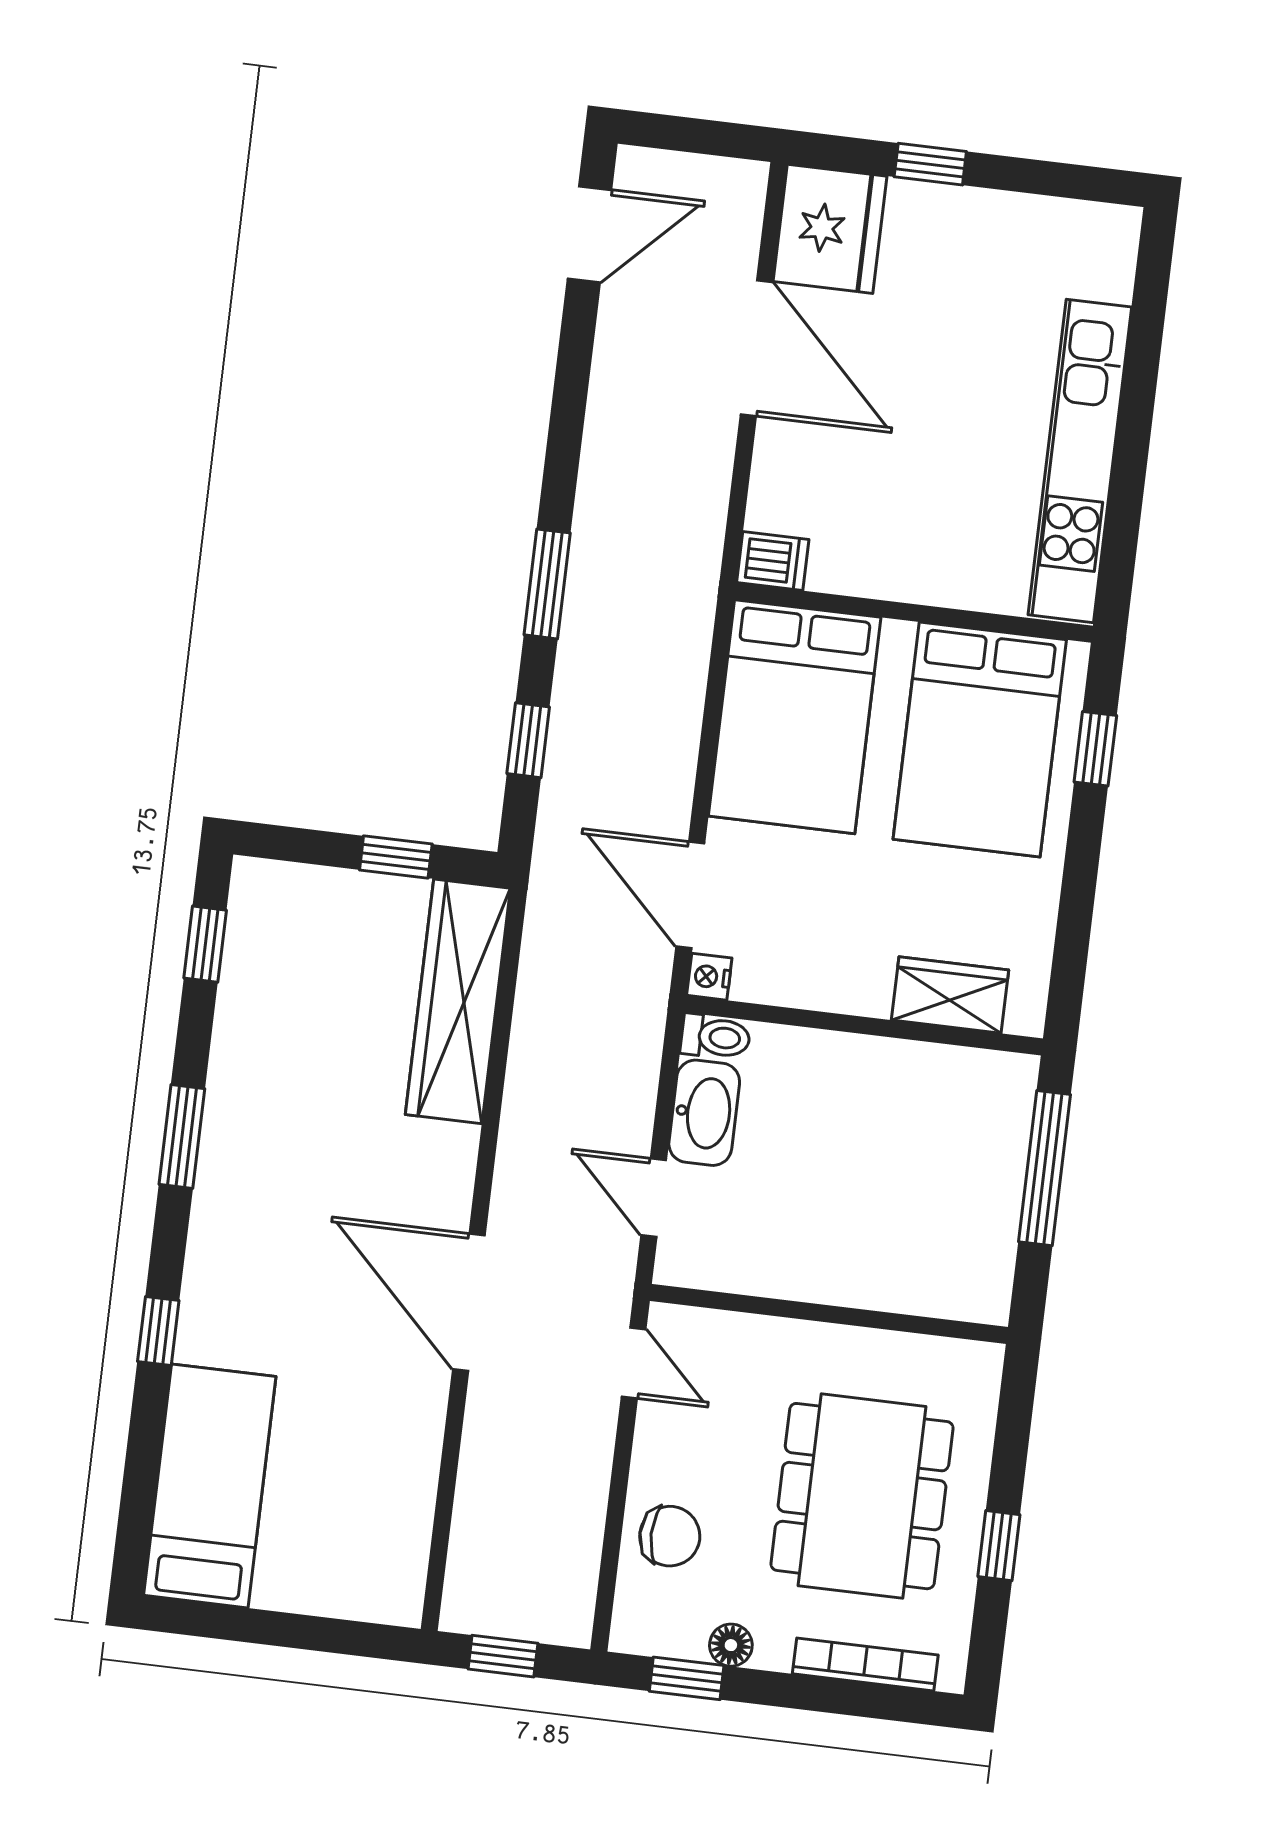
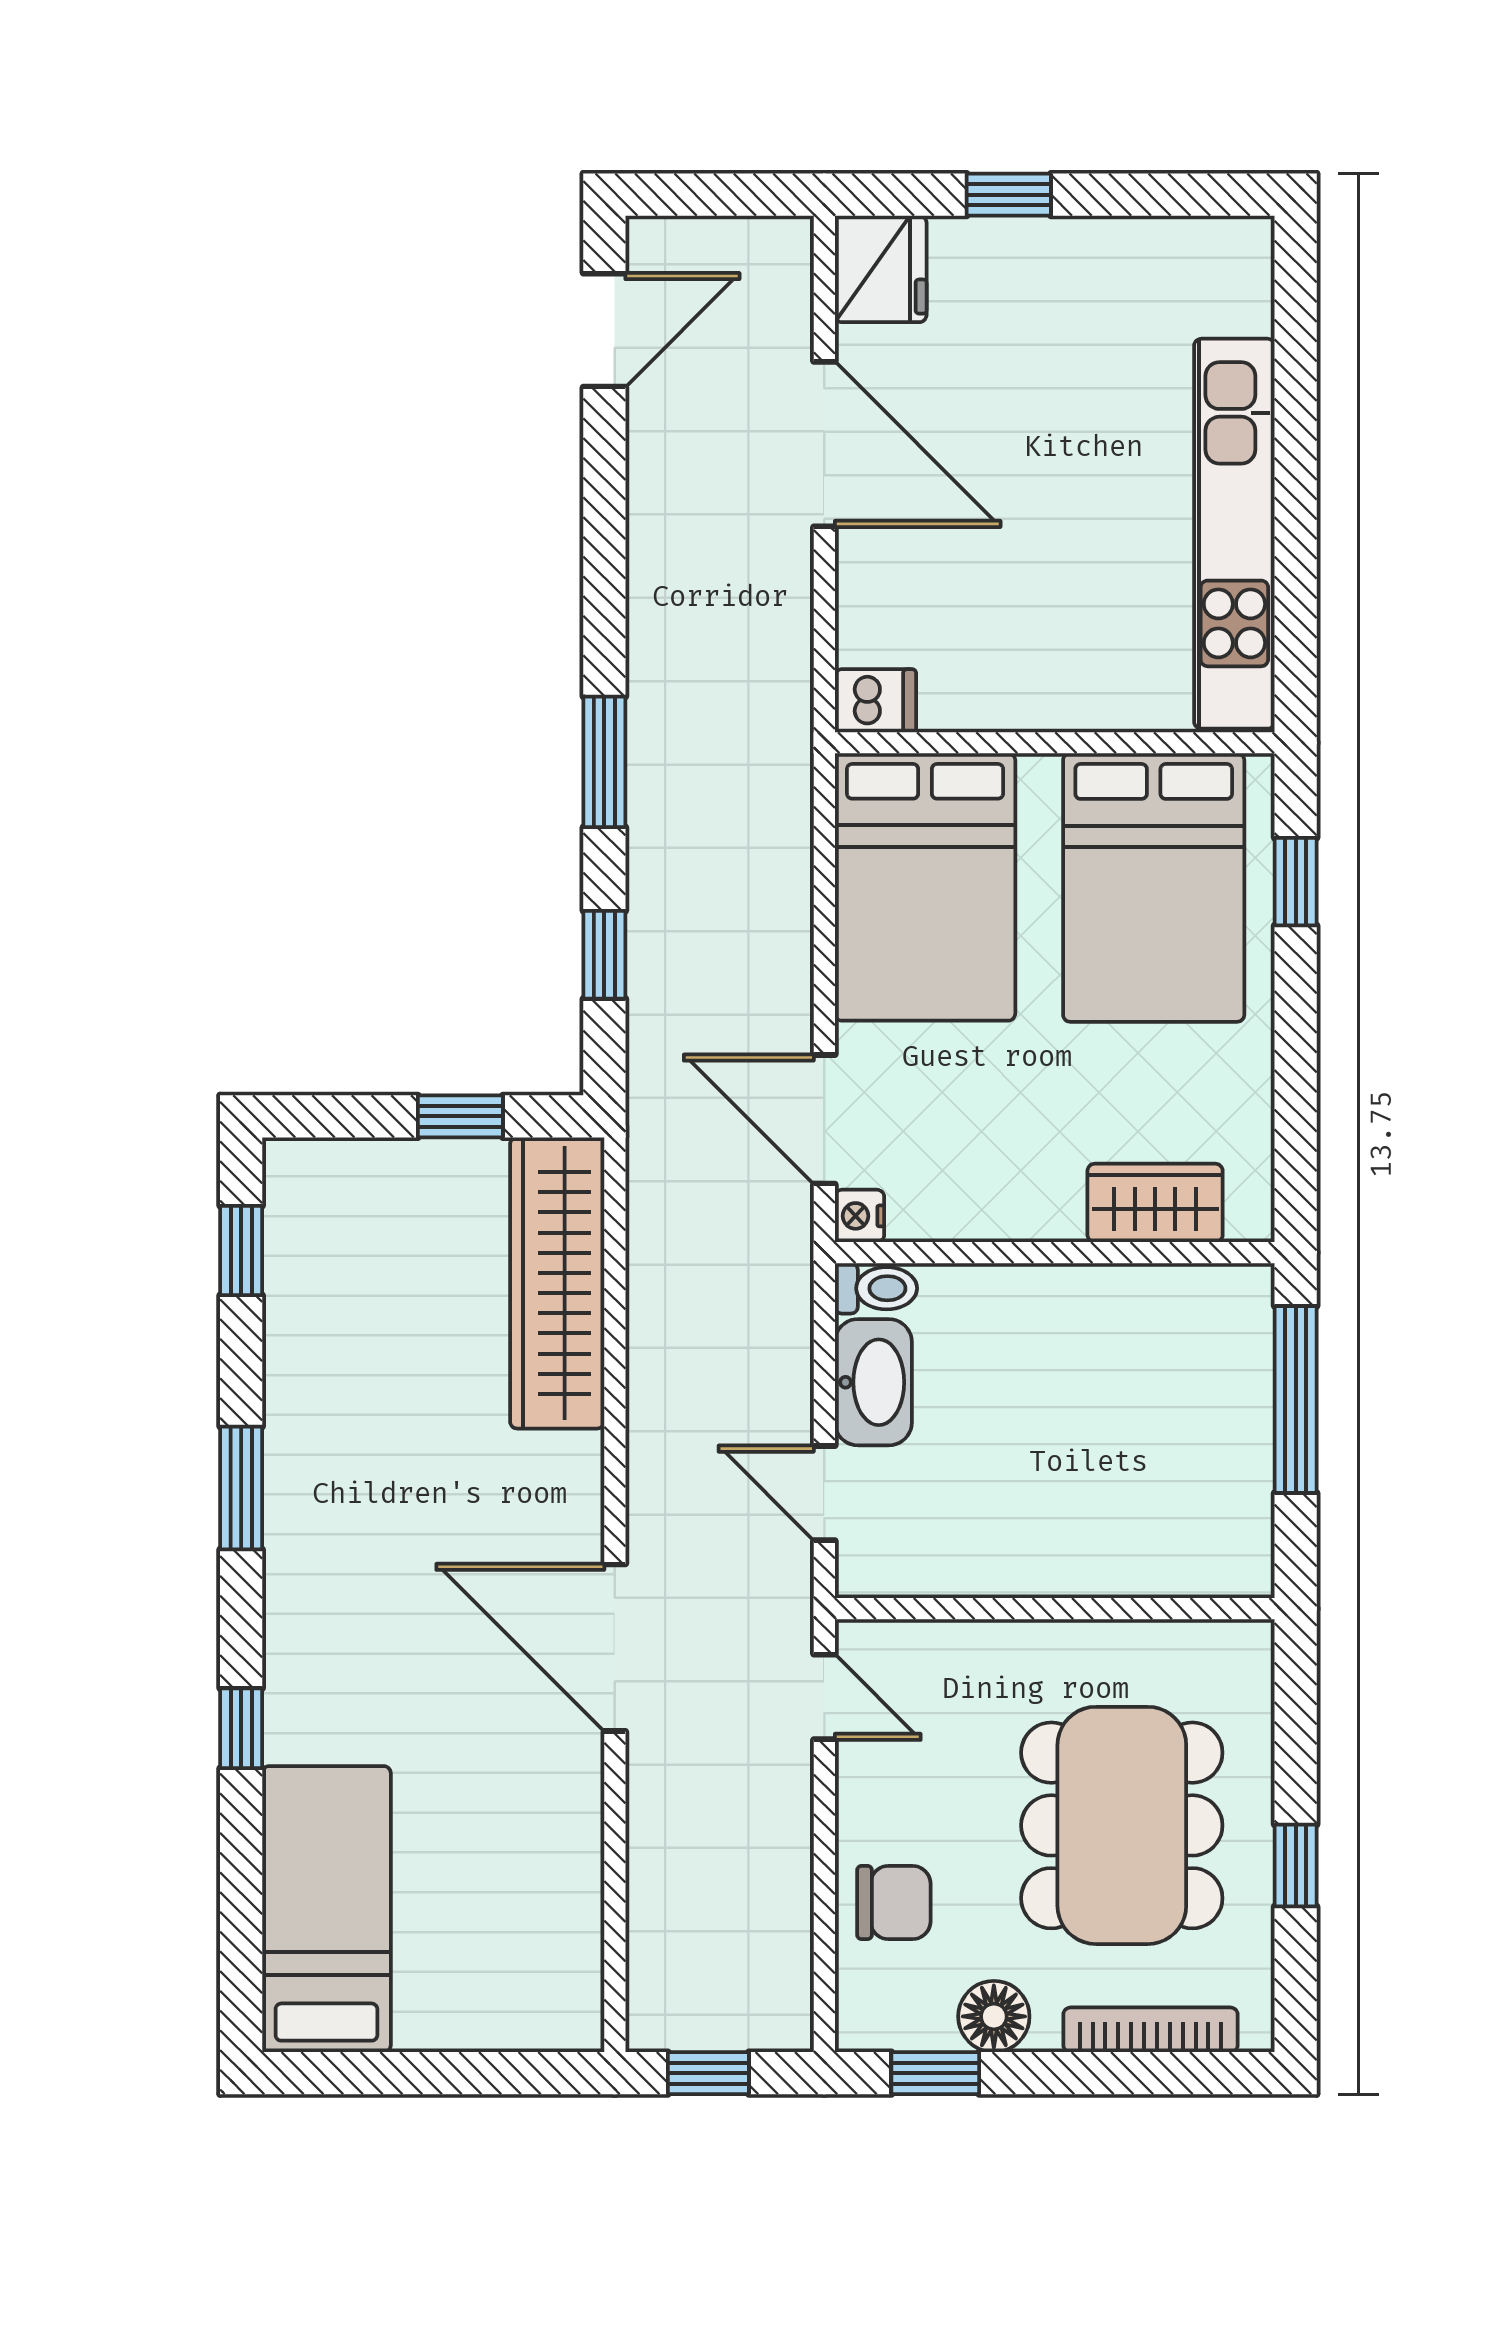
fridge: (830, 229) -> (881, 269), width x0.73, depth x0.75
floor lamp: (731, 1645) -> (994, 2016), width x1.37, depth x1.37

